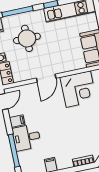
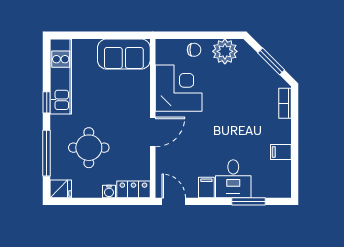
door: (46, 78) -> (153, 132), hinge flipped
window: (14, 151) -> (248, 201), width x0.69

